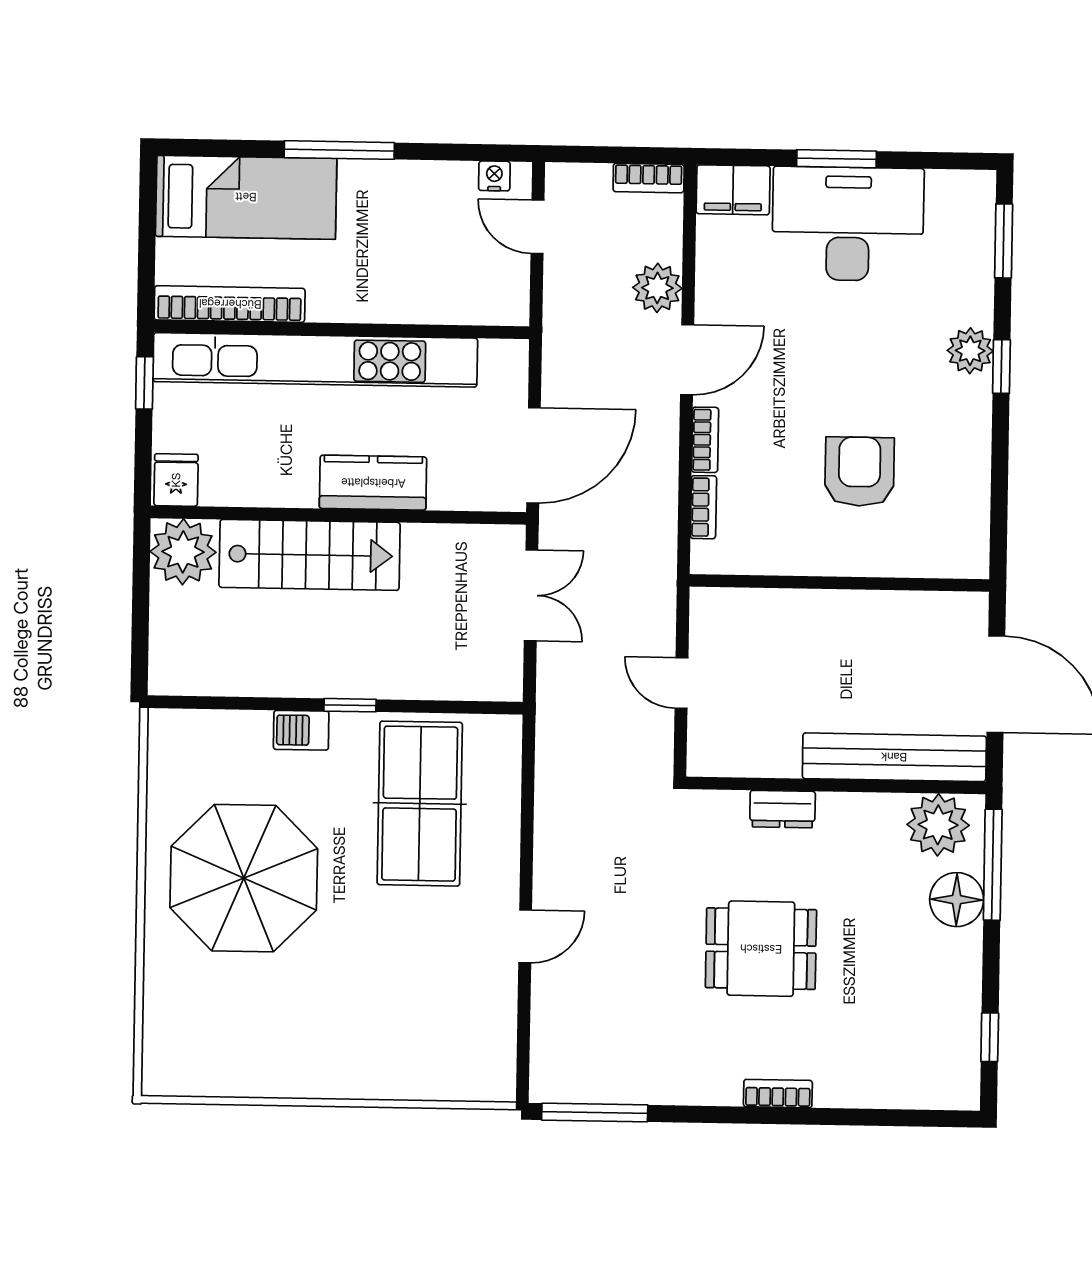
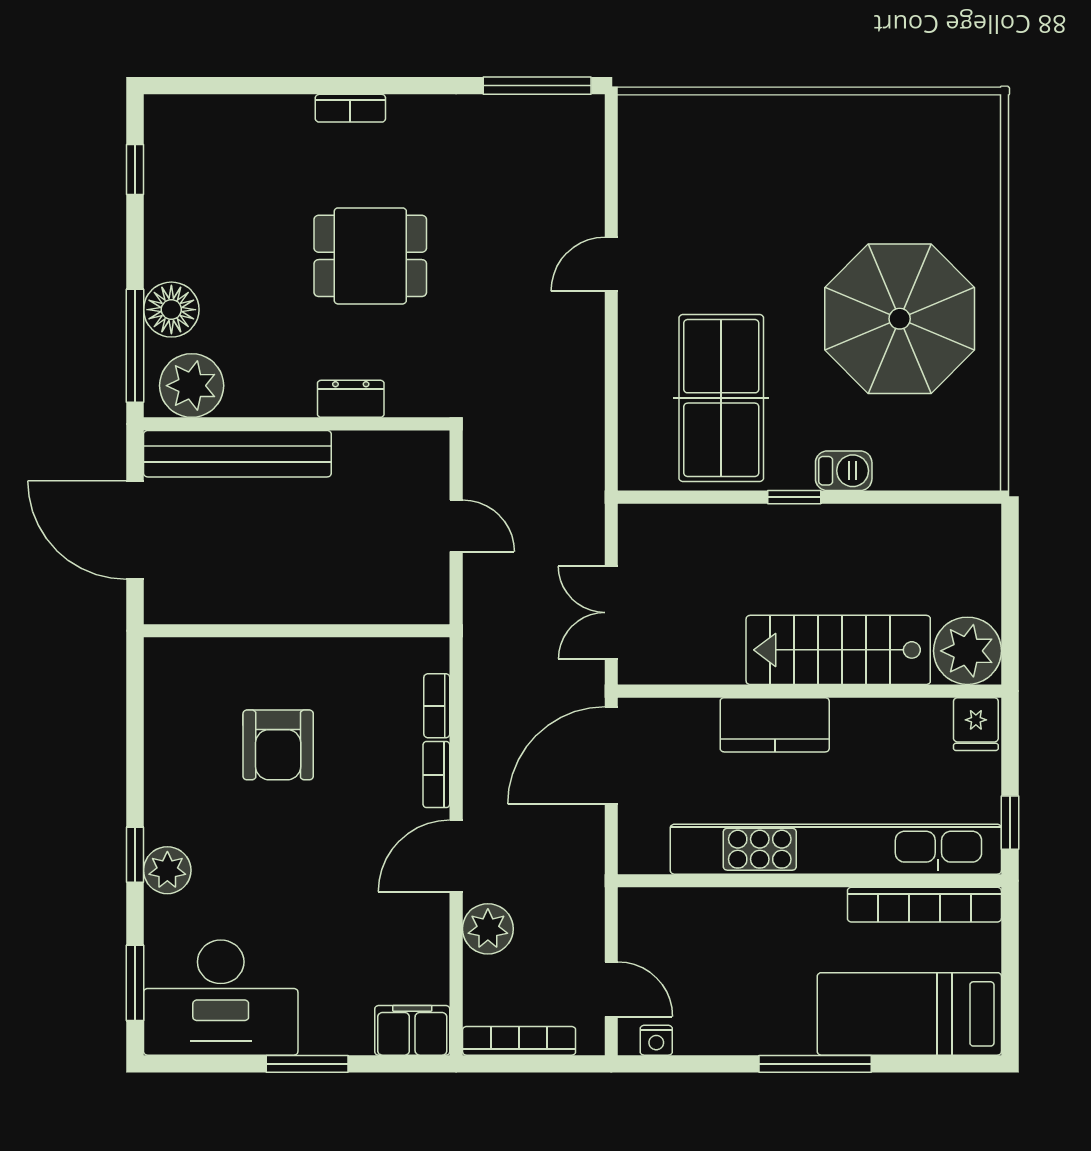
bookcase: (649, 178) -> (519, 1041), width x1.56
desk: (848, 224) -> (221, 998), moved

